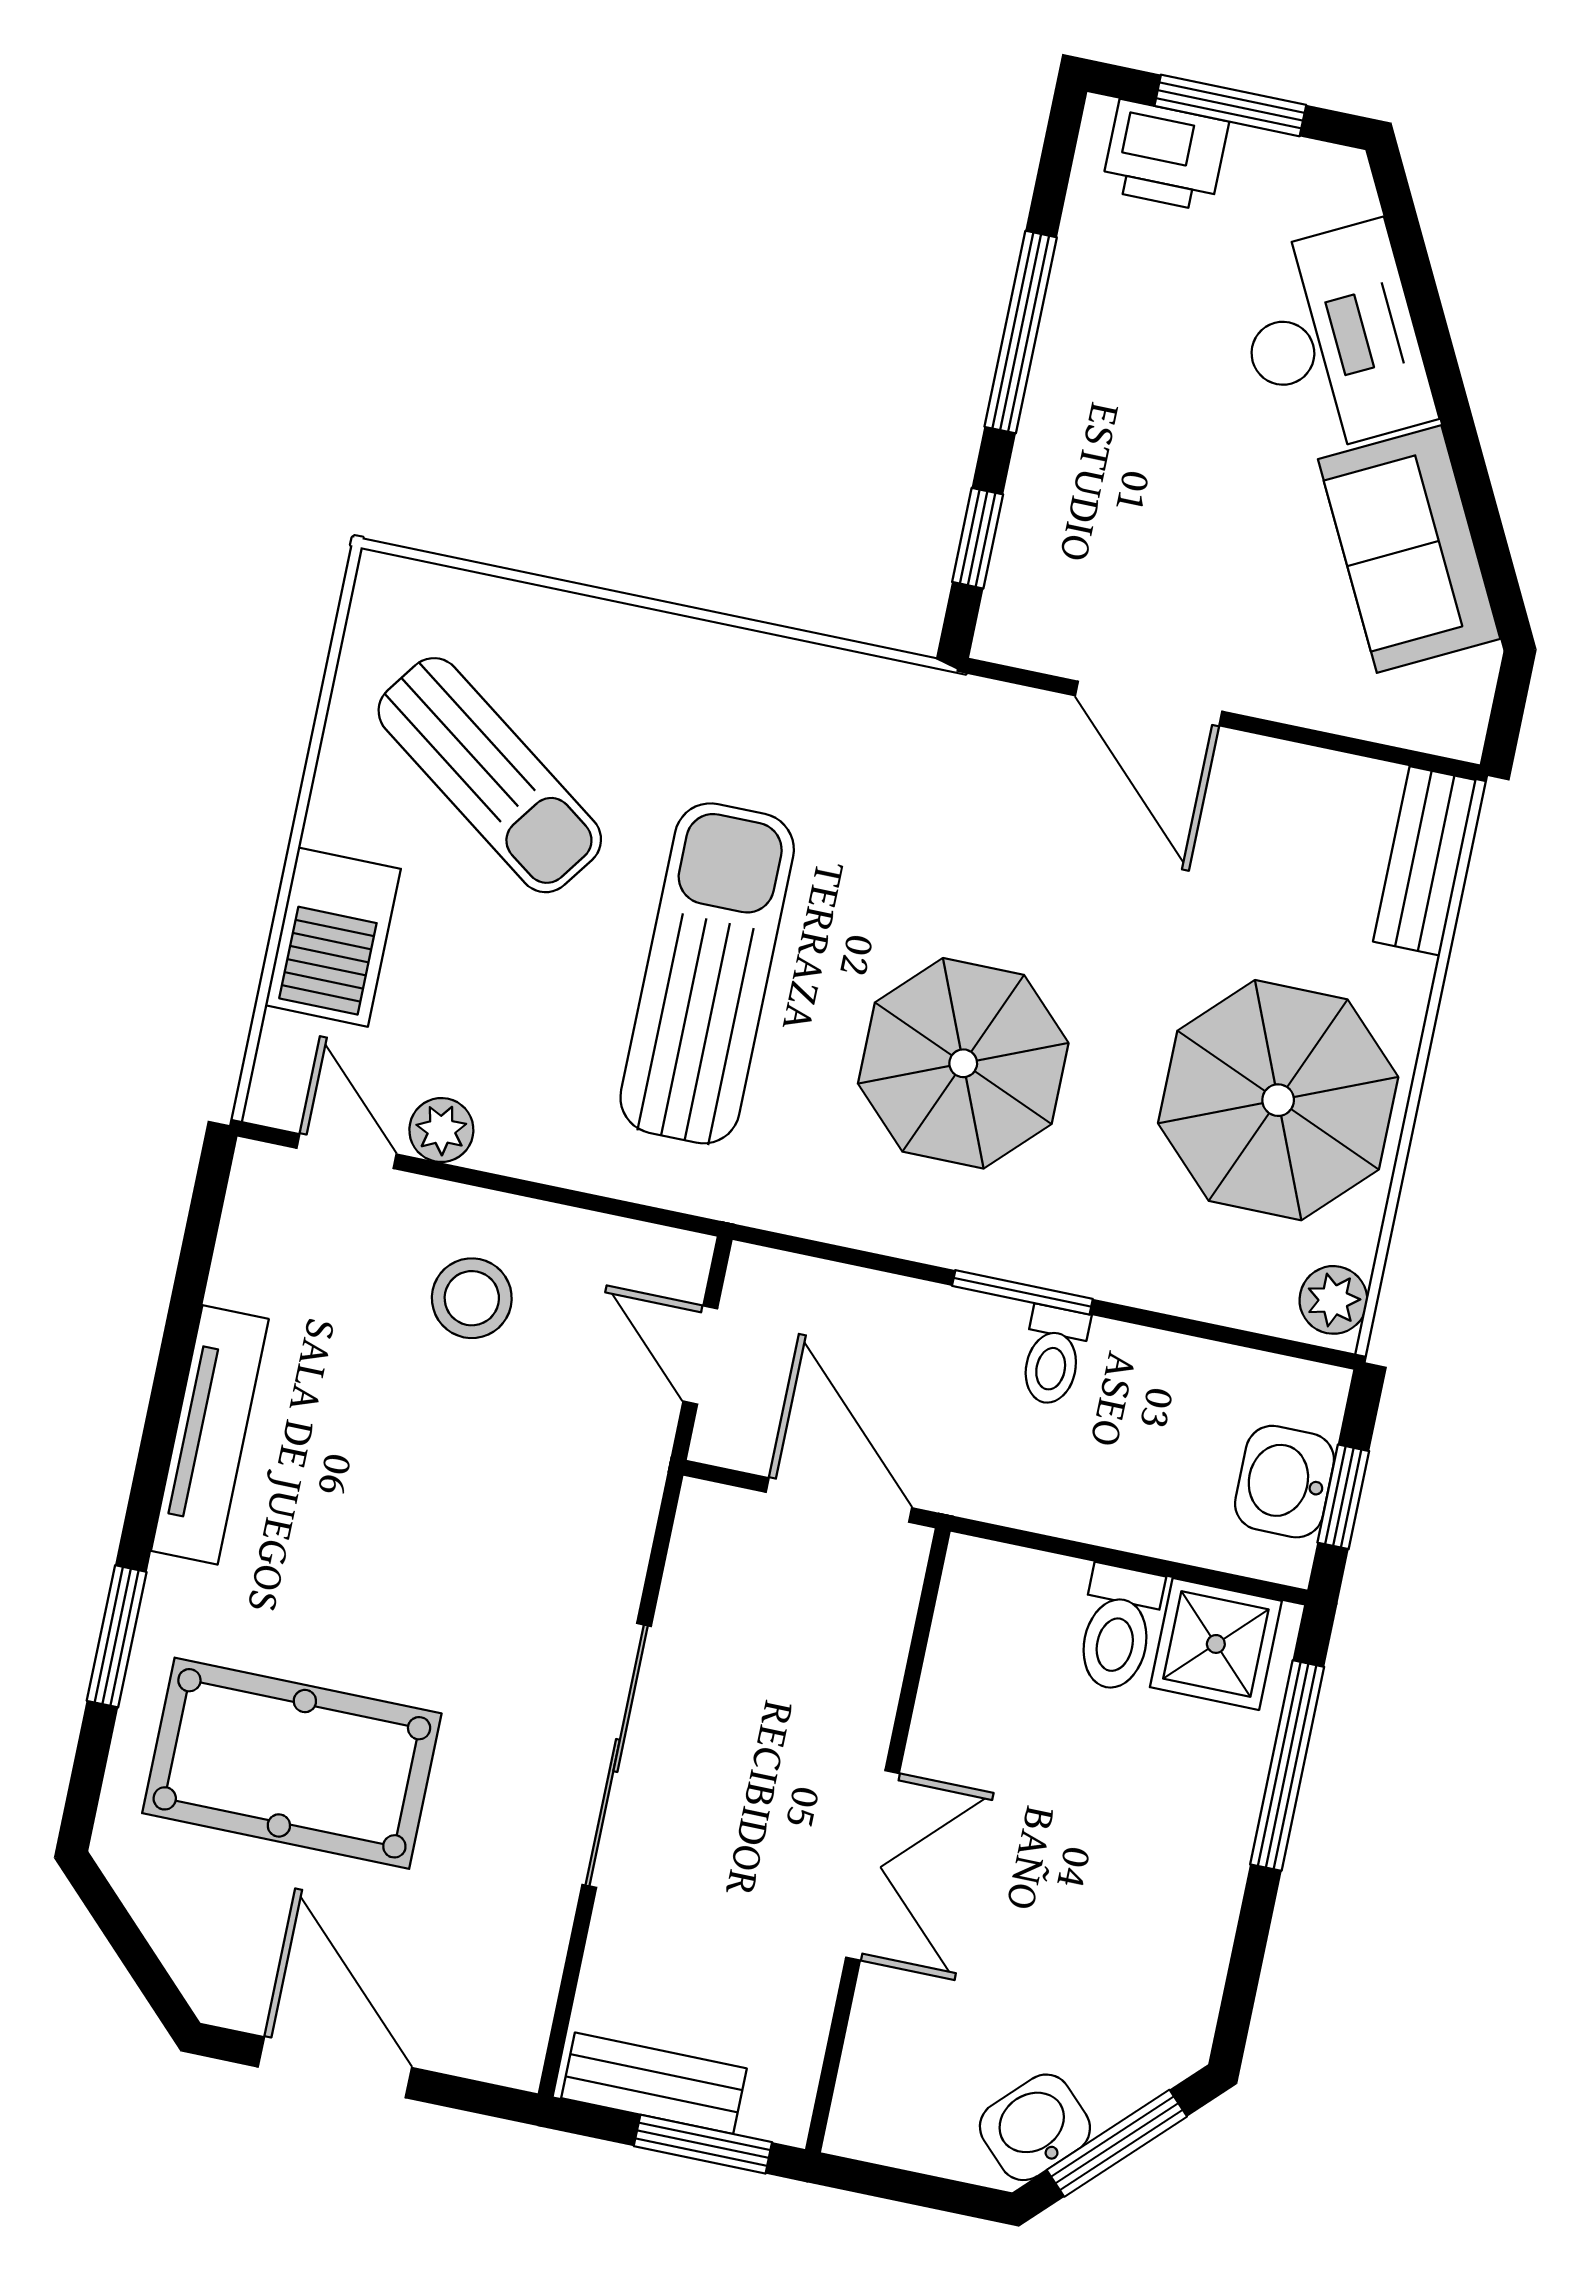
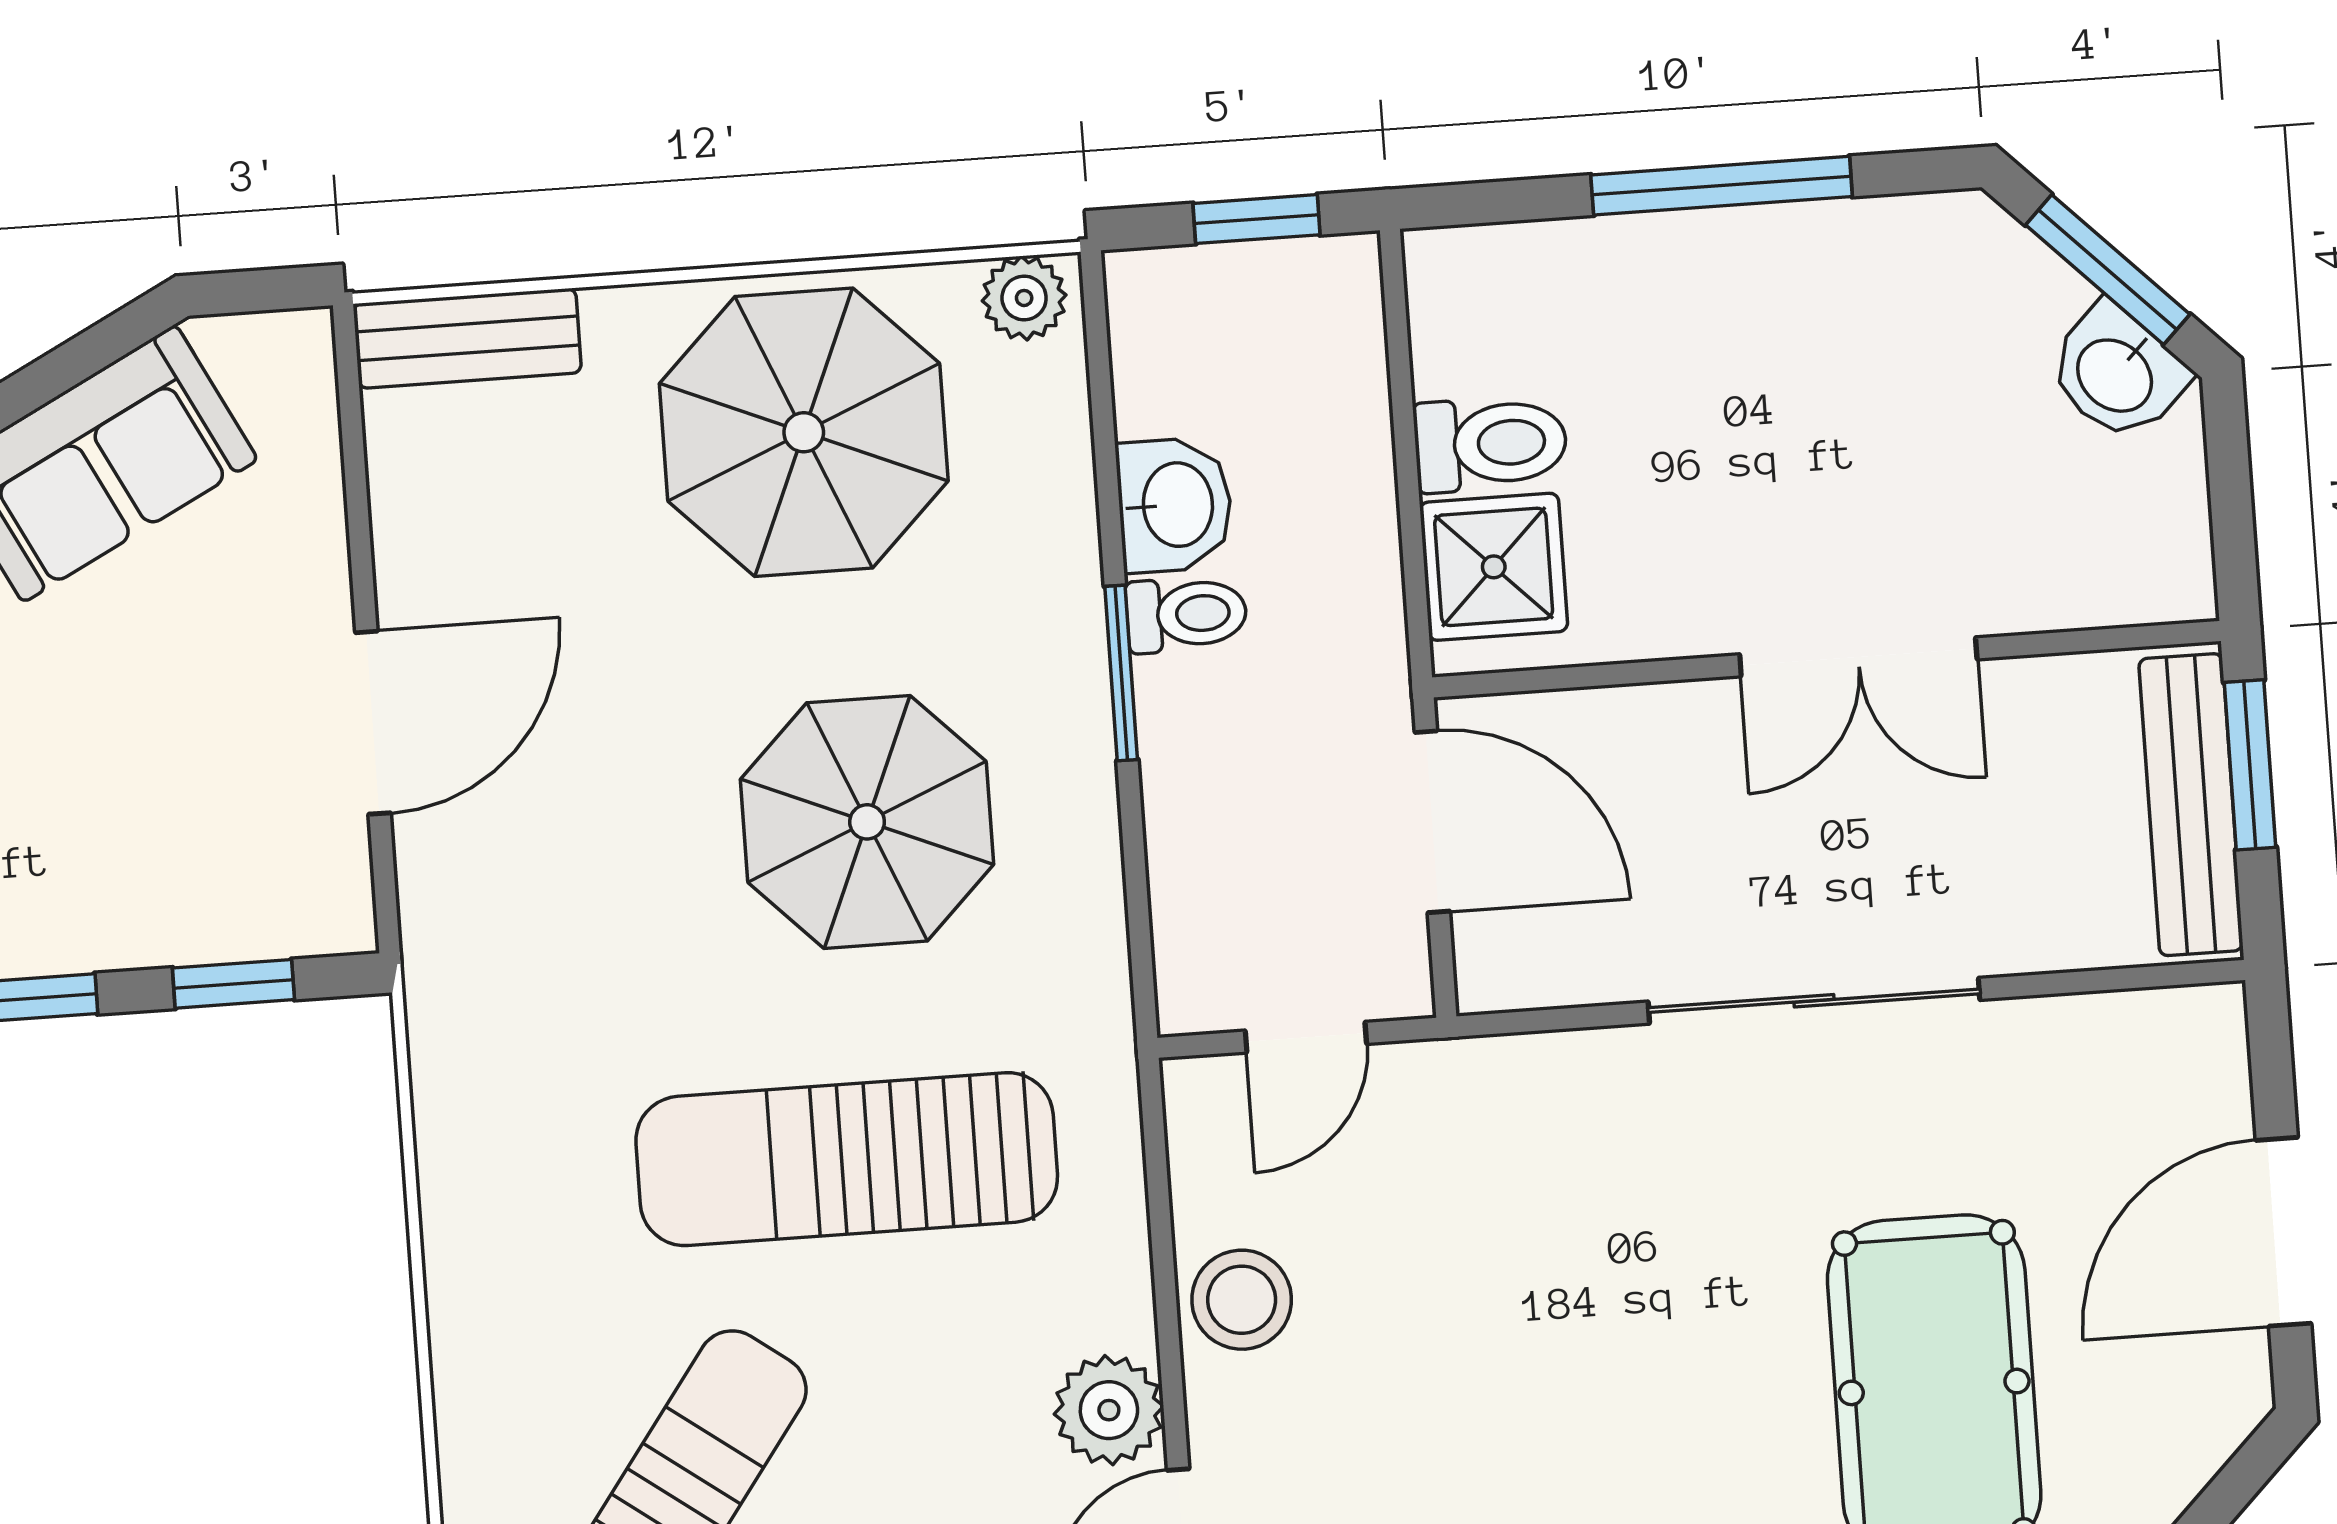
plant: (441, 1130) -> (1109, 1410), width x1.38, depth x1.38
stool: (472, 1298) -> (1242, 1300), moved
washbasin: (1285, 1482) -> (1175, 505), moved, turned -90
door: (839, 1500) -> (1432, 822), swing flipped
shower: (1216, 1644) -> (1494, 567), moved
window: (1287, 1766) -> (1722, 186), moved
double door: (873, 1865) -> (1858, 657), swing flipped
bench: (654, 2083) -> (2191, 805), width x1.36

